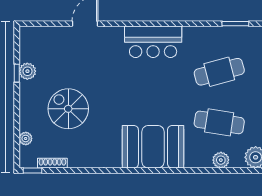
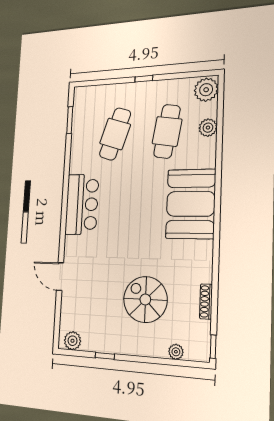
plant: (27, 71) -> (72, 341), moved
cafe table: (219, 72) -> (115, 134), turned 33
spiral stairs: (68, 109) -> (145, 300), turned 90
shoe rack: (52, 163) -> (206, 302), moved

